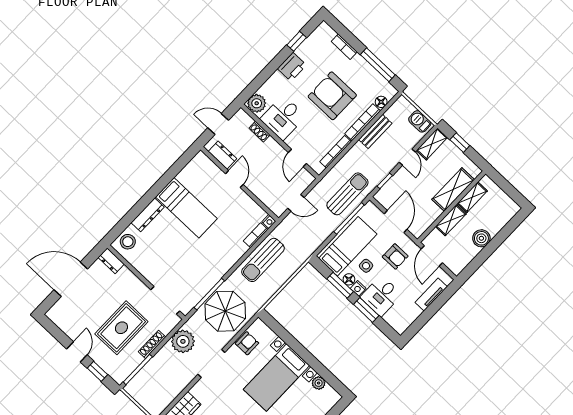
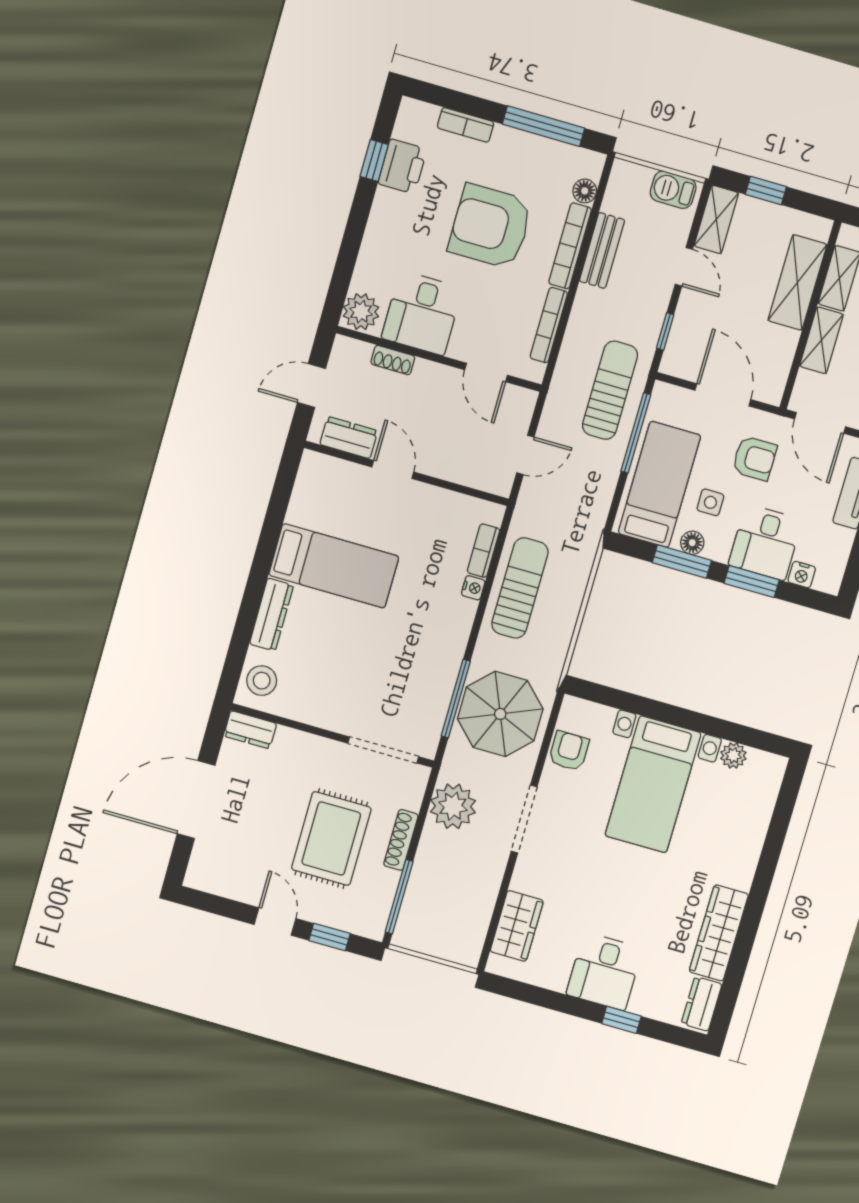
printer: (292, 67) -> (402, 166), moved
nightstand: (269, 221) -> (473, 588), moved
sun lounger: (263, 260) -> (520, 588), turned 180
nightstand: (358, 288) -> (802, 575), moved

